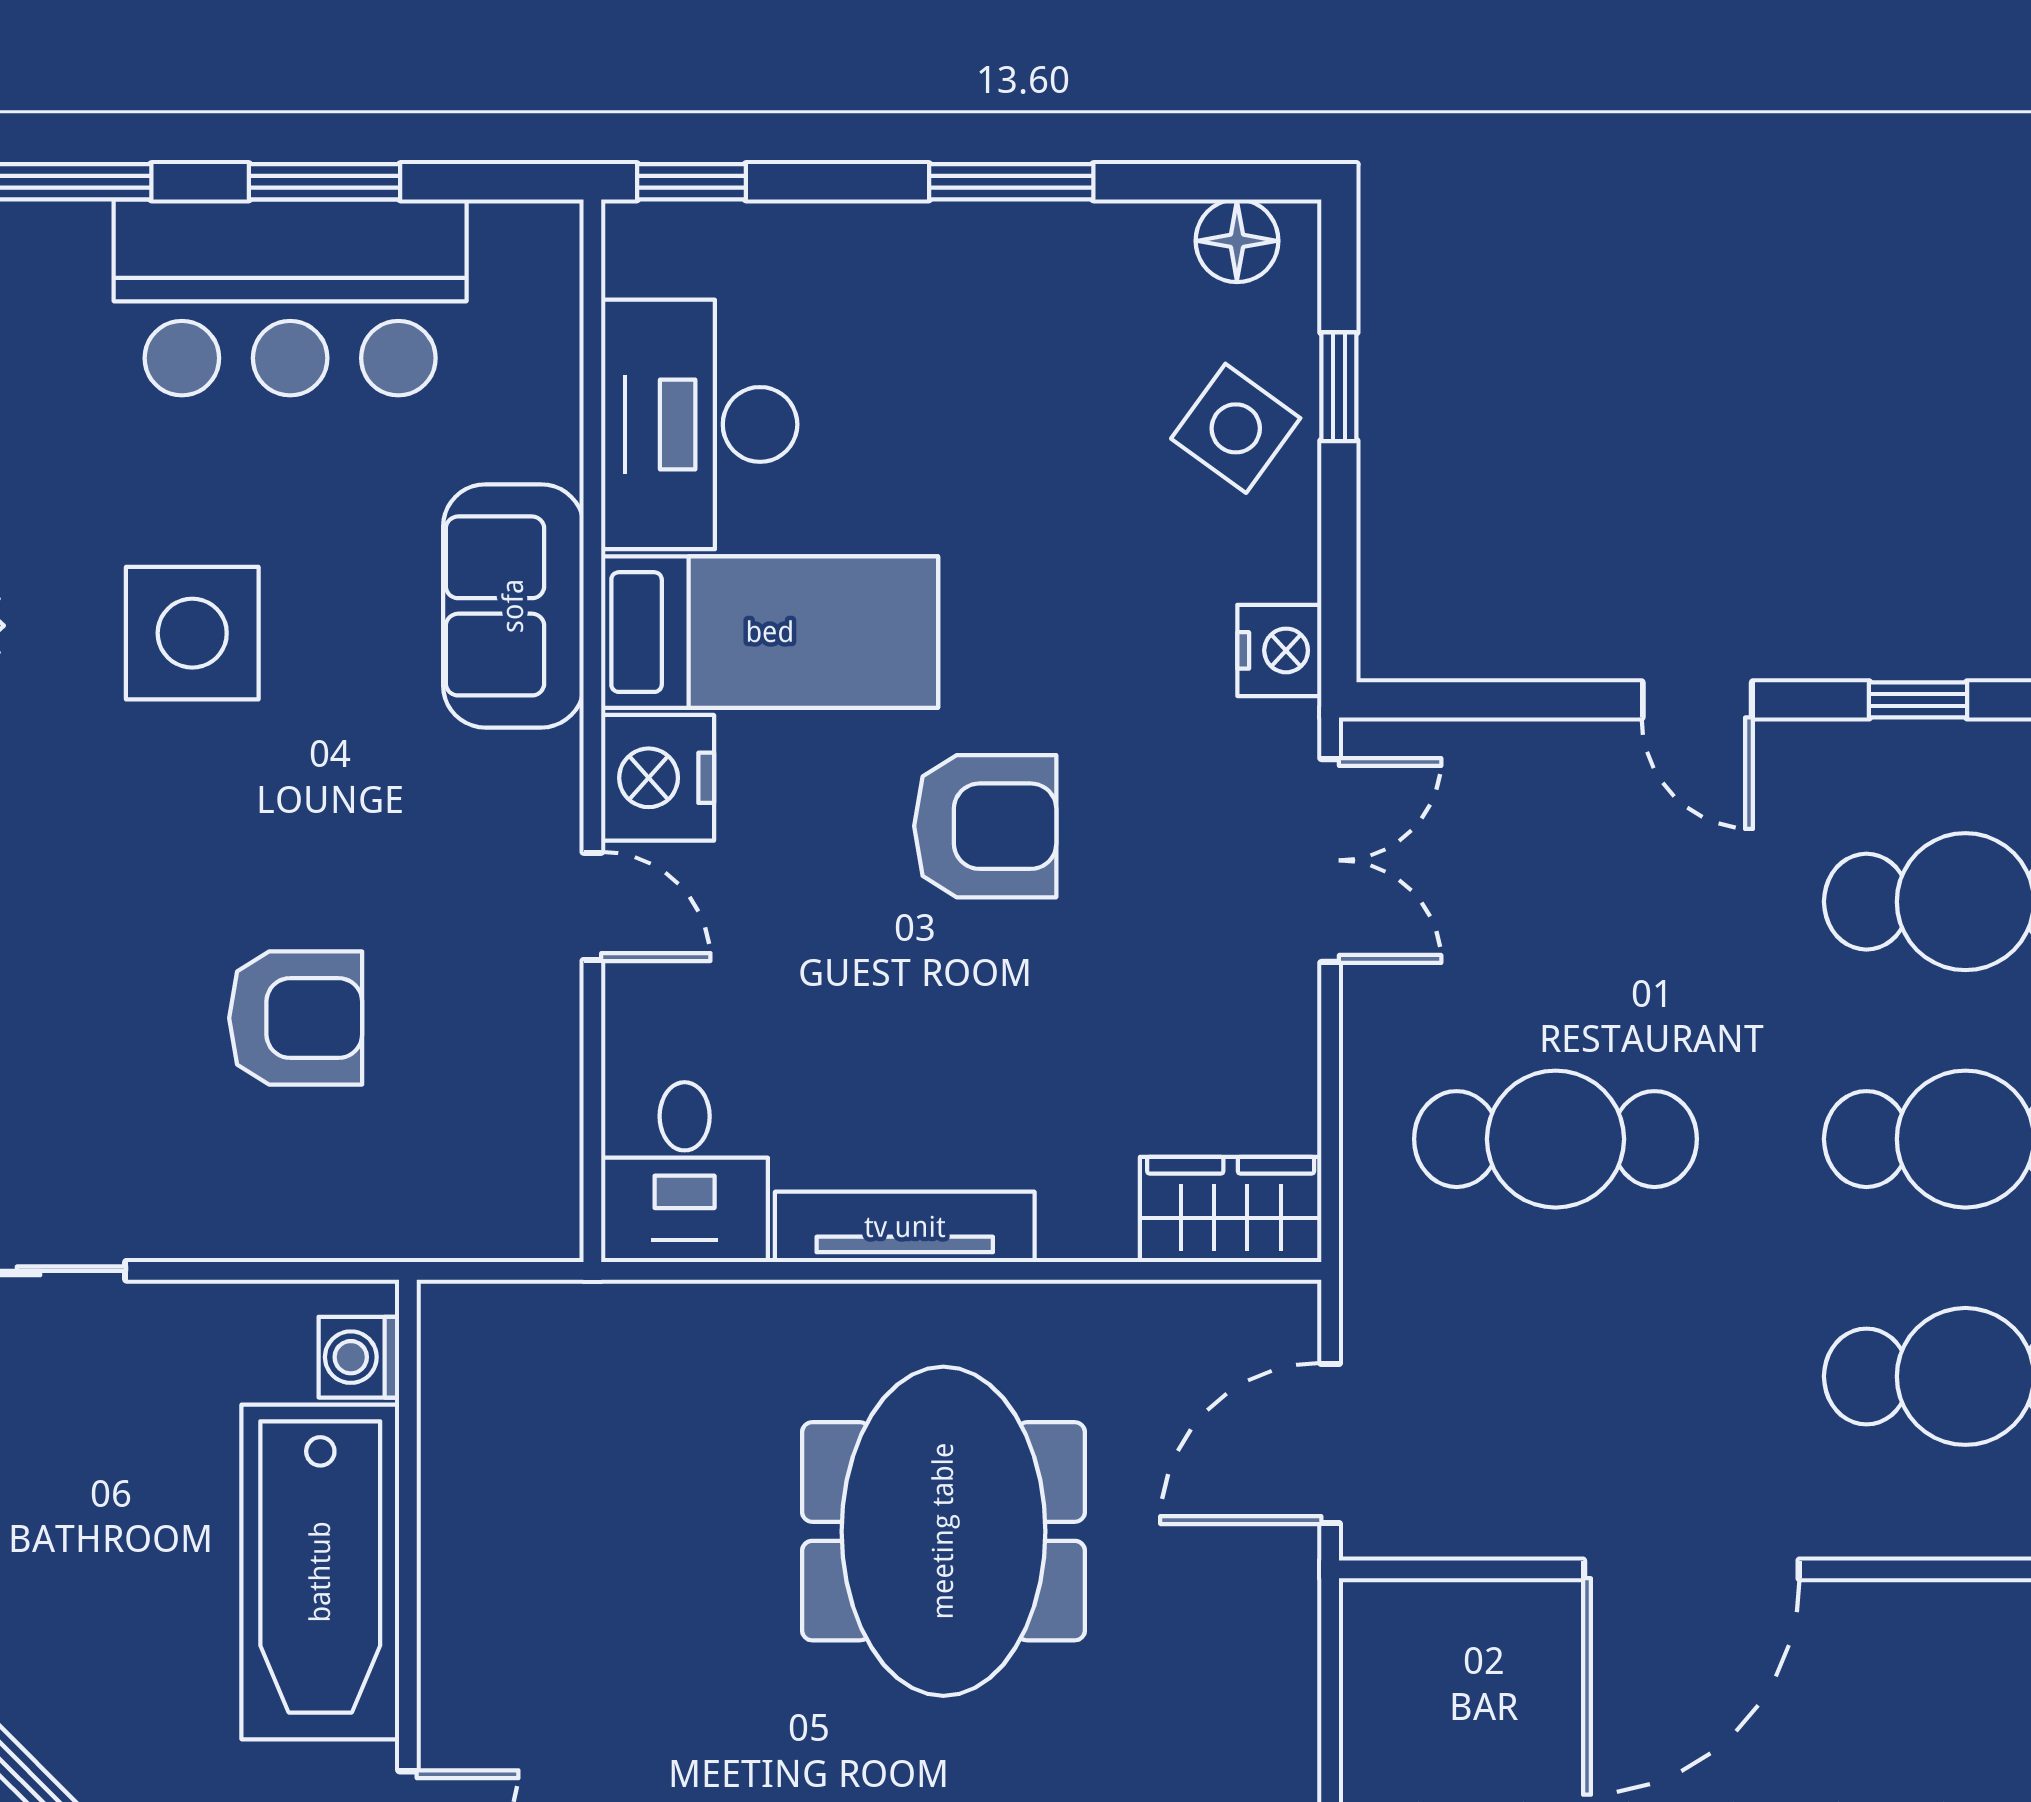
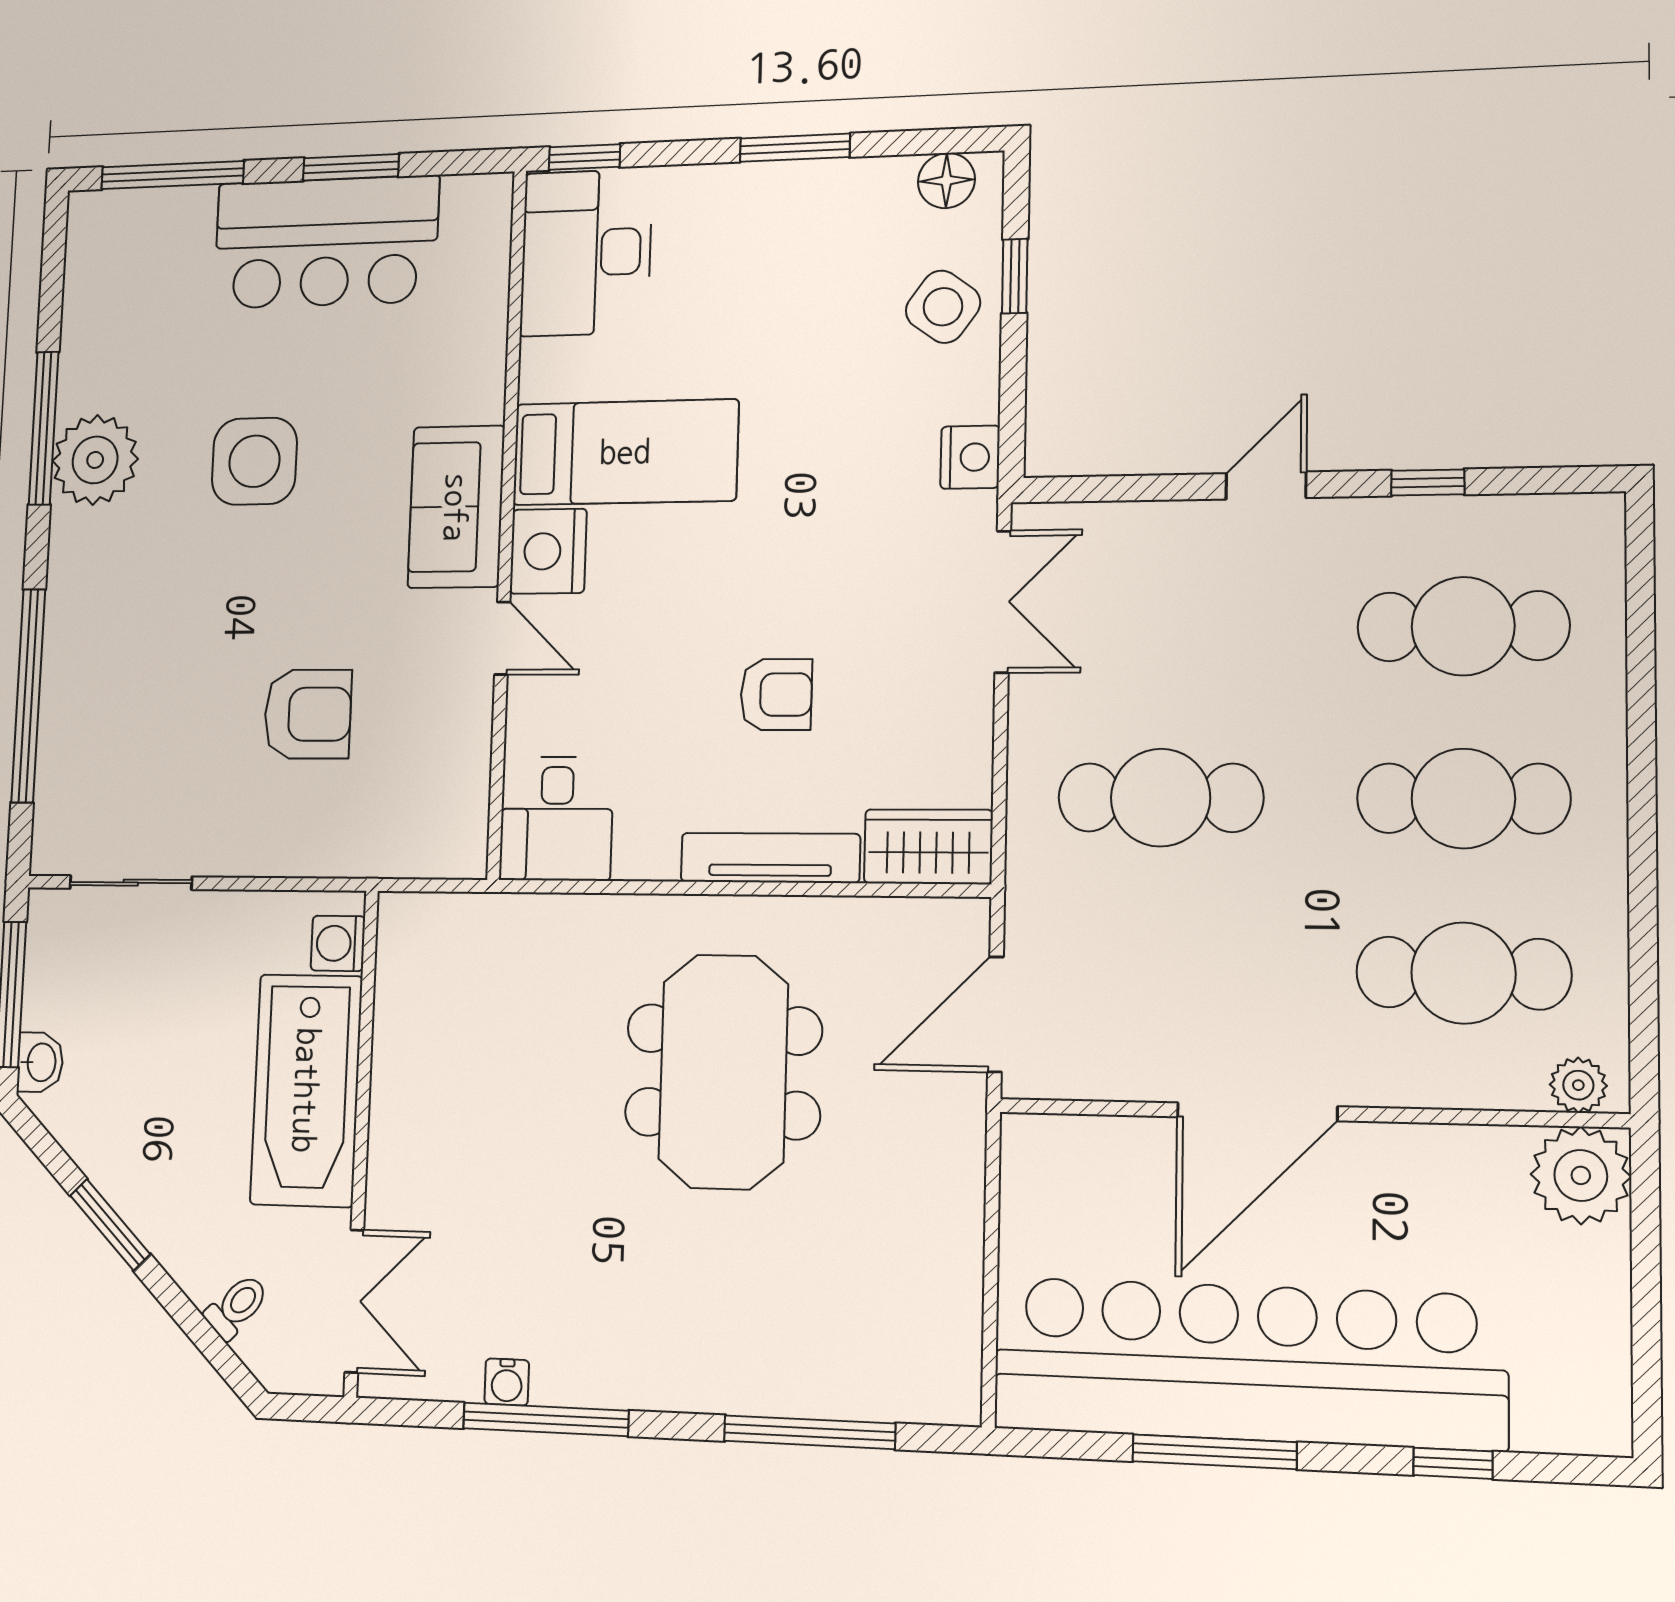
desk: (699, 424) -> (586, 253), moved
sofa: (513, 606) -> (456, 507), moved
door: (1697, 700) -> (1266, 486), swing flipped
armchair: (985, 826) -> (776, 695), moved, width x0.72, depth x0.72
tv unit: (905, 1227) -> (770, 858), moved

